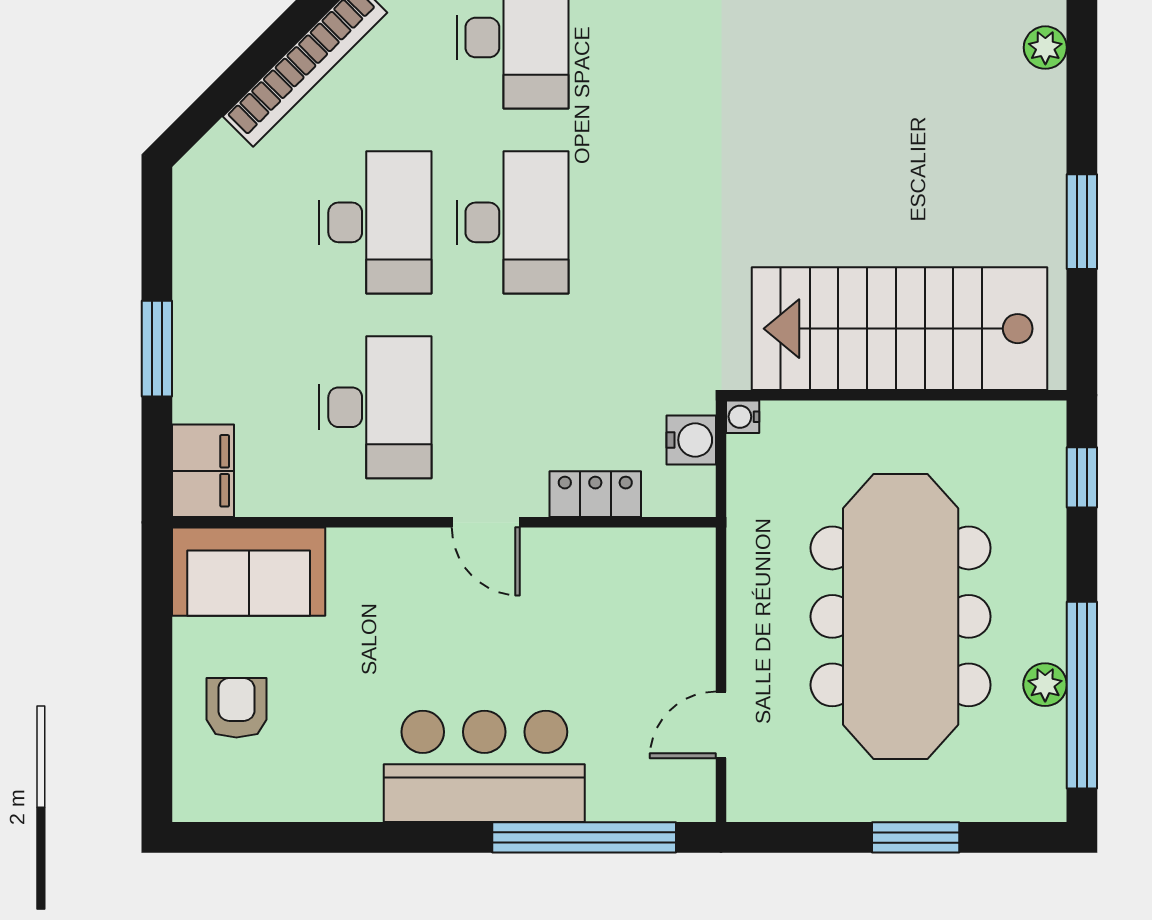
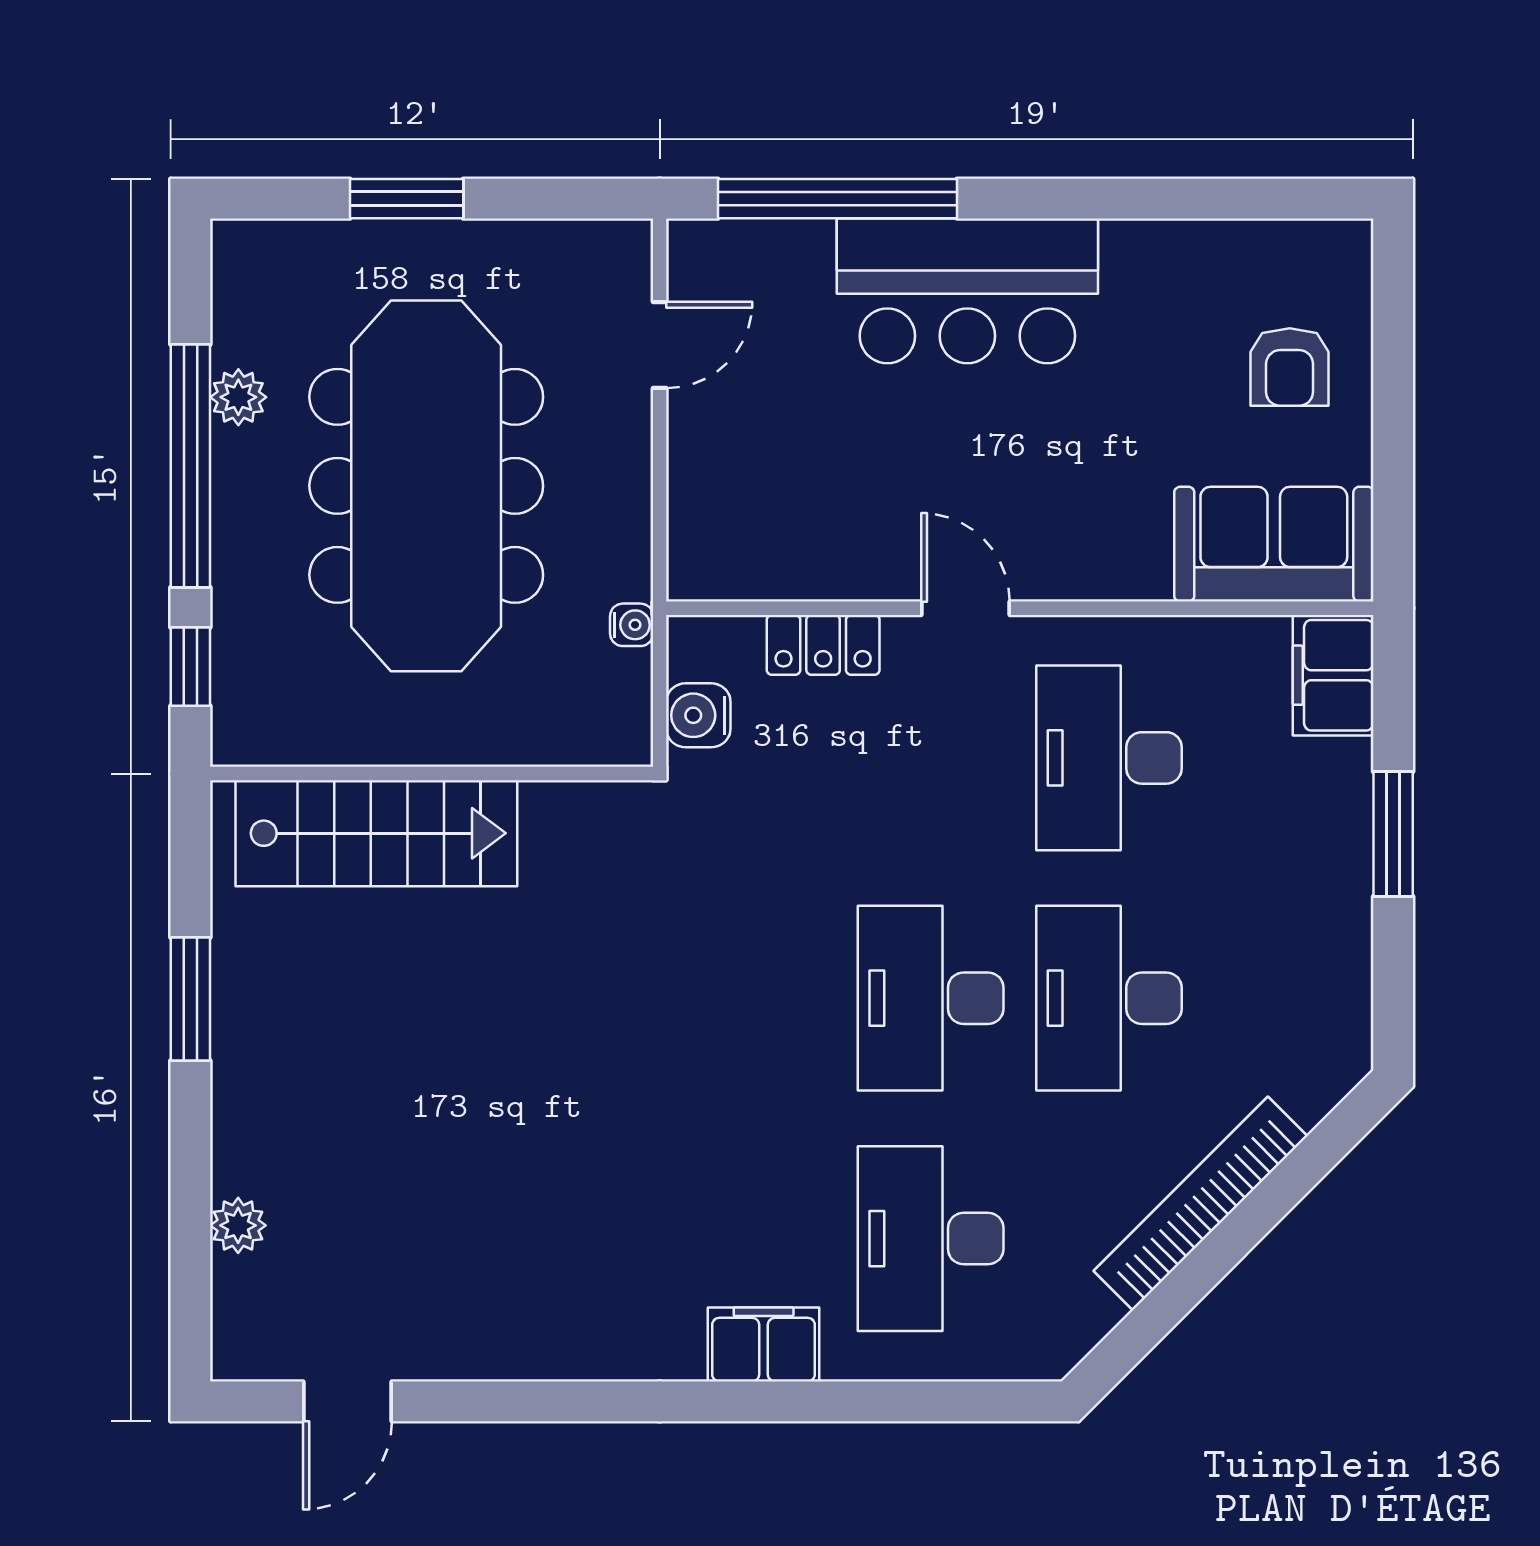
stairs: (900, 329) -> (376, 833), width x0.73, depth x0.66
water cooler: (743, 417) -> (632, 625), moved
window: (1082, 695) -> (190, 466), moved

